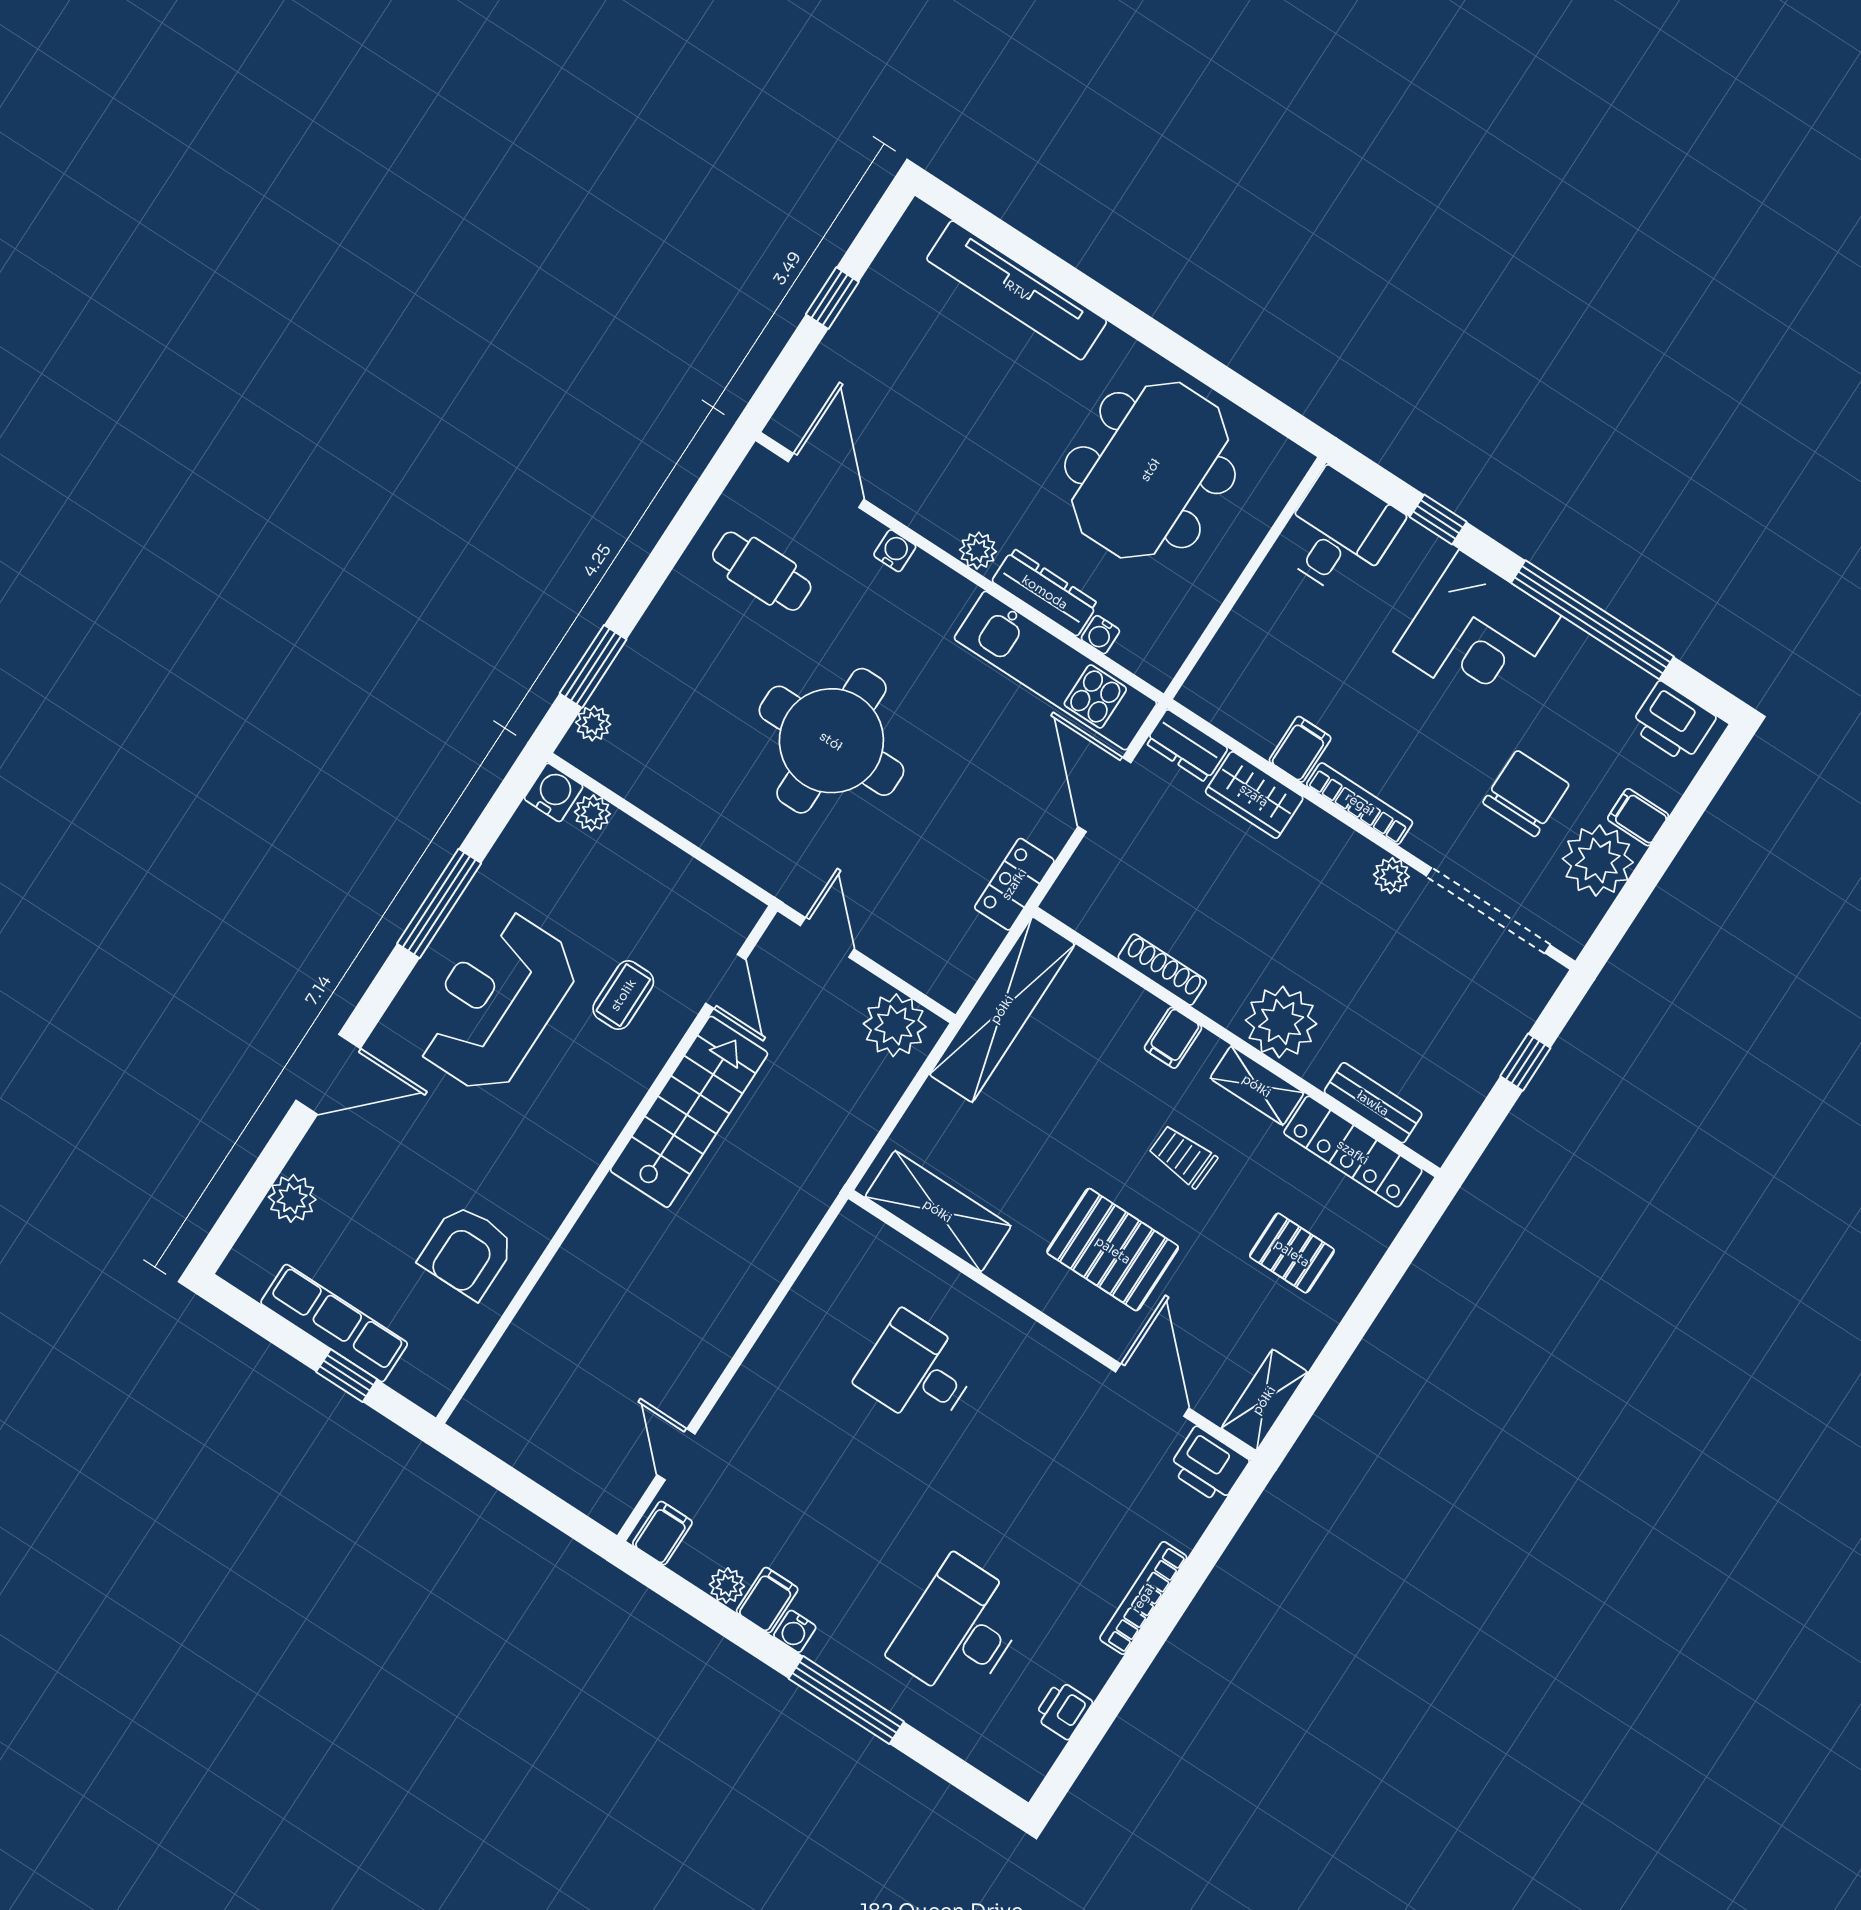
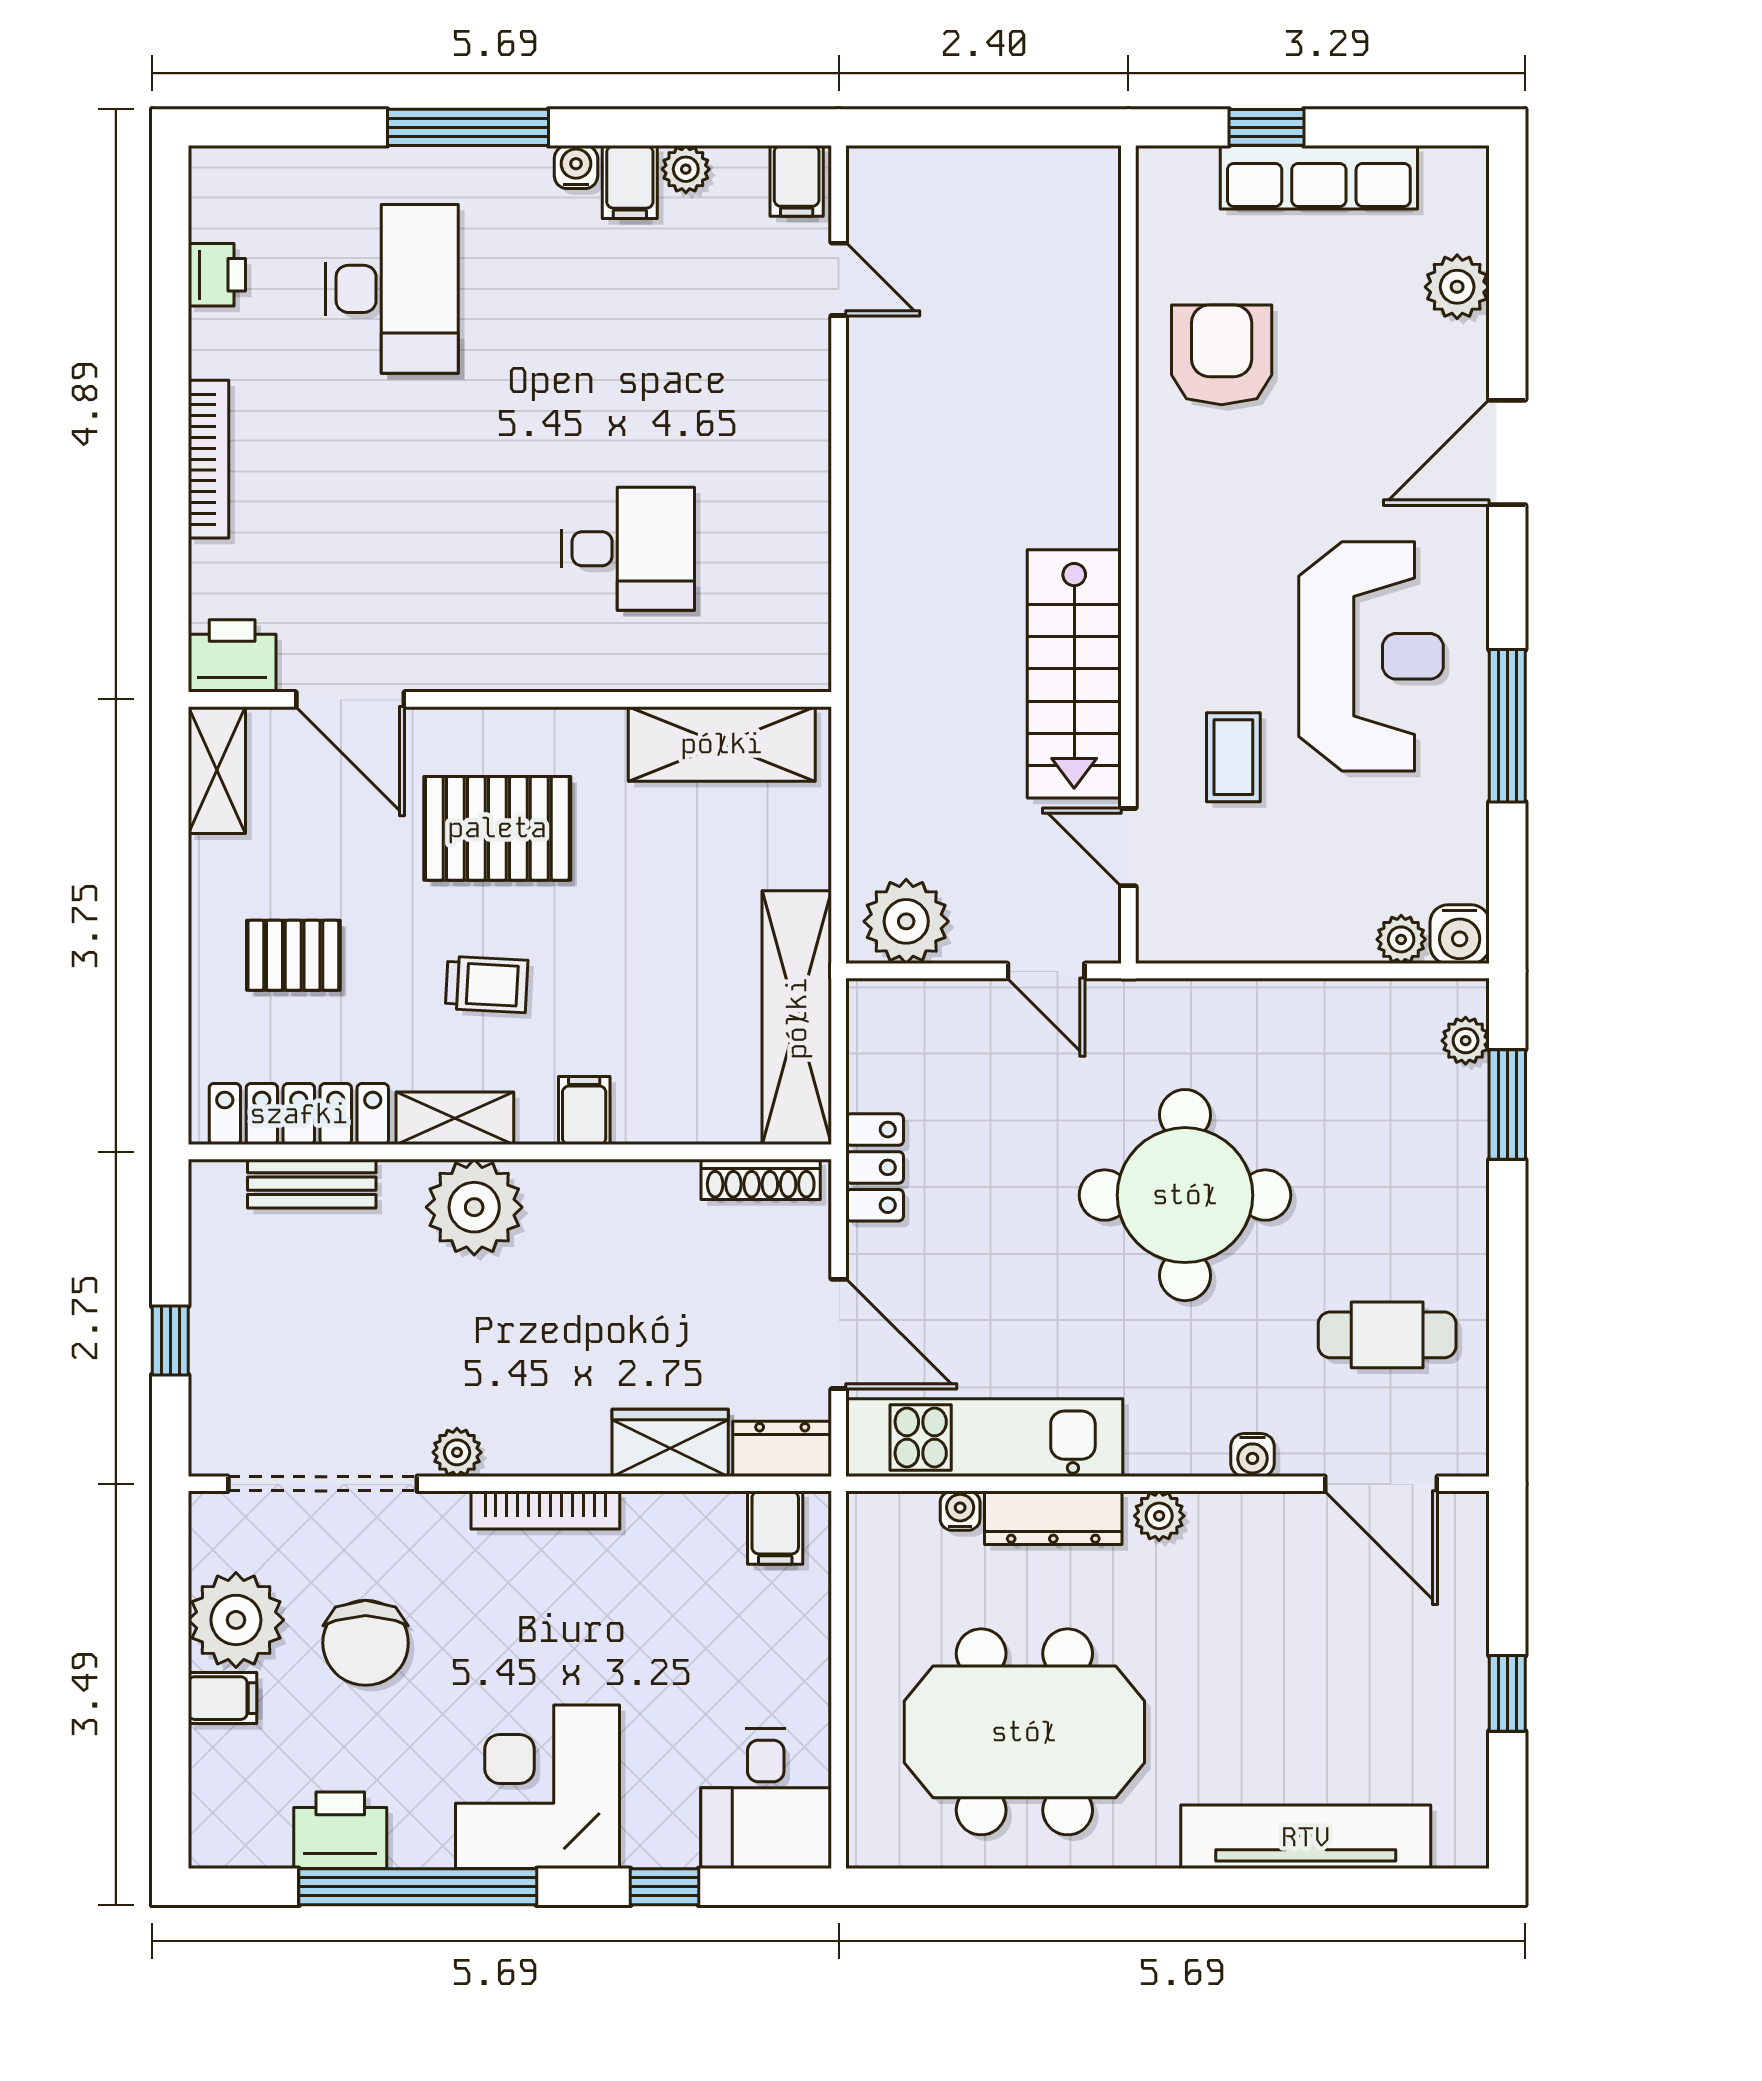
meeting table: (1150, 470) -> (1024, 1732), turned 90
printer: (1673, 722) -> (340, 1830), moved
filing cabinet: (1300, 749) -> (775, 1528), moved
shoe rack: (1162, 970) -> (761, 1179), moved

